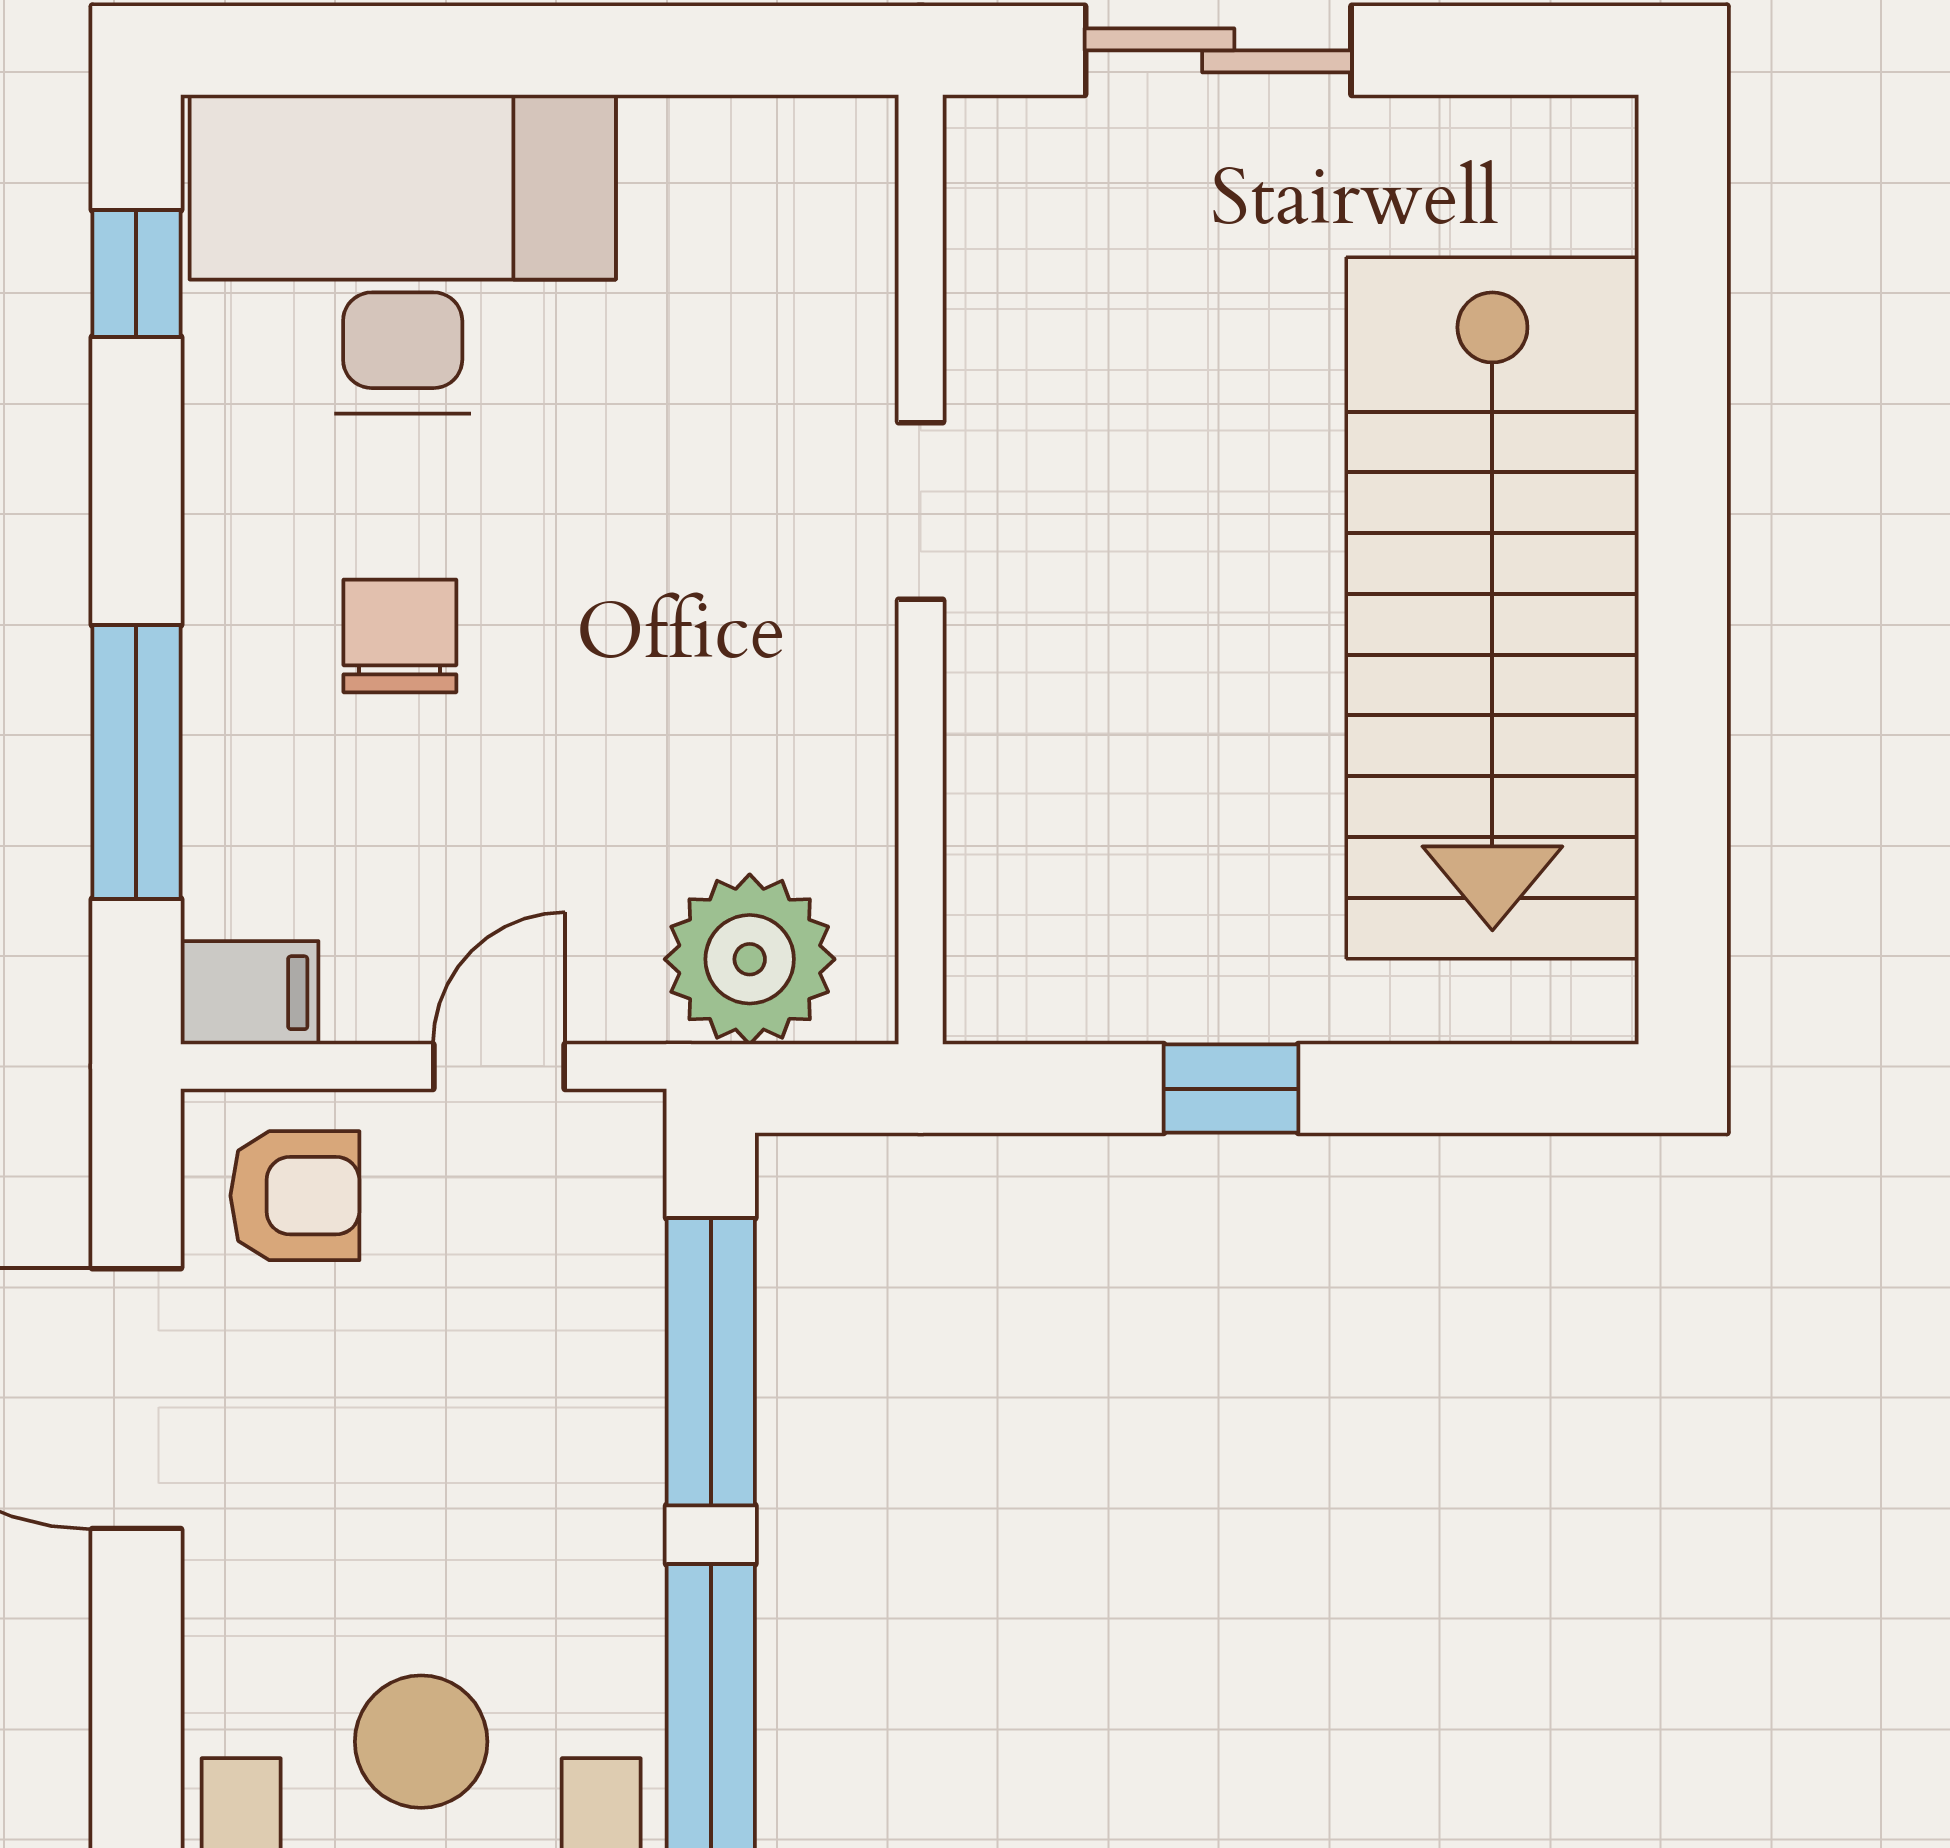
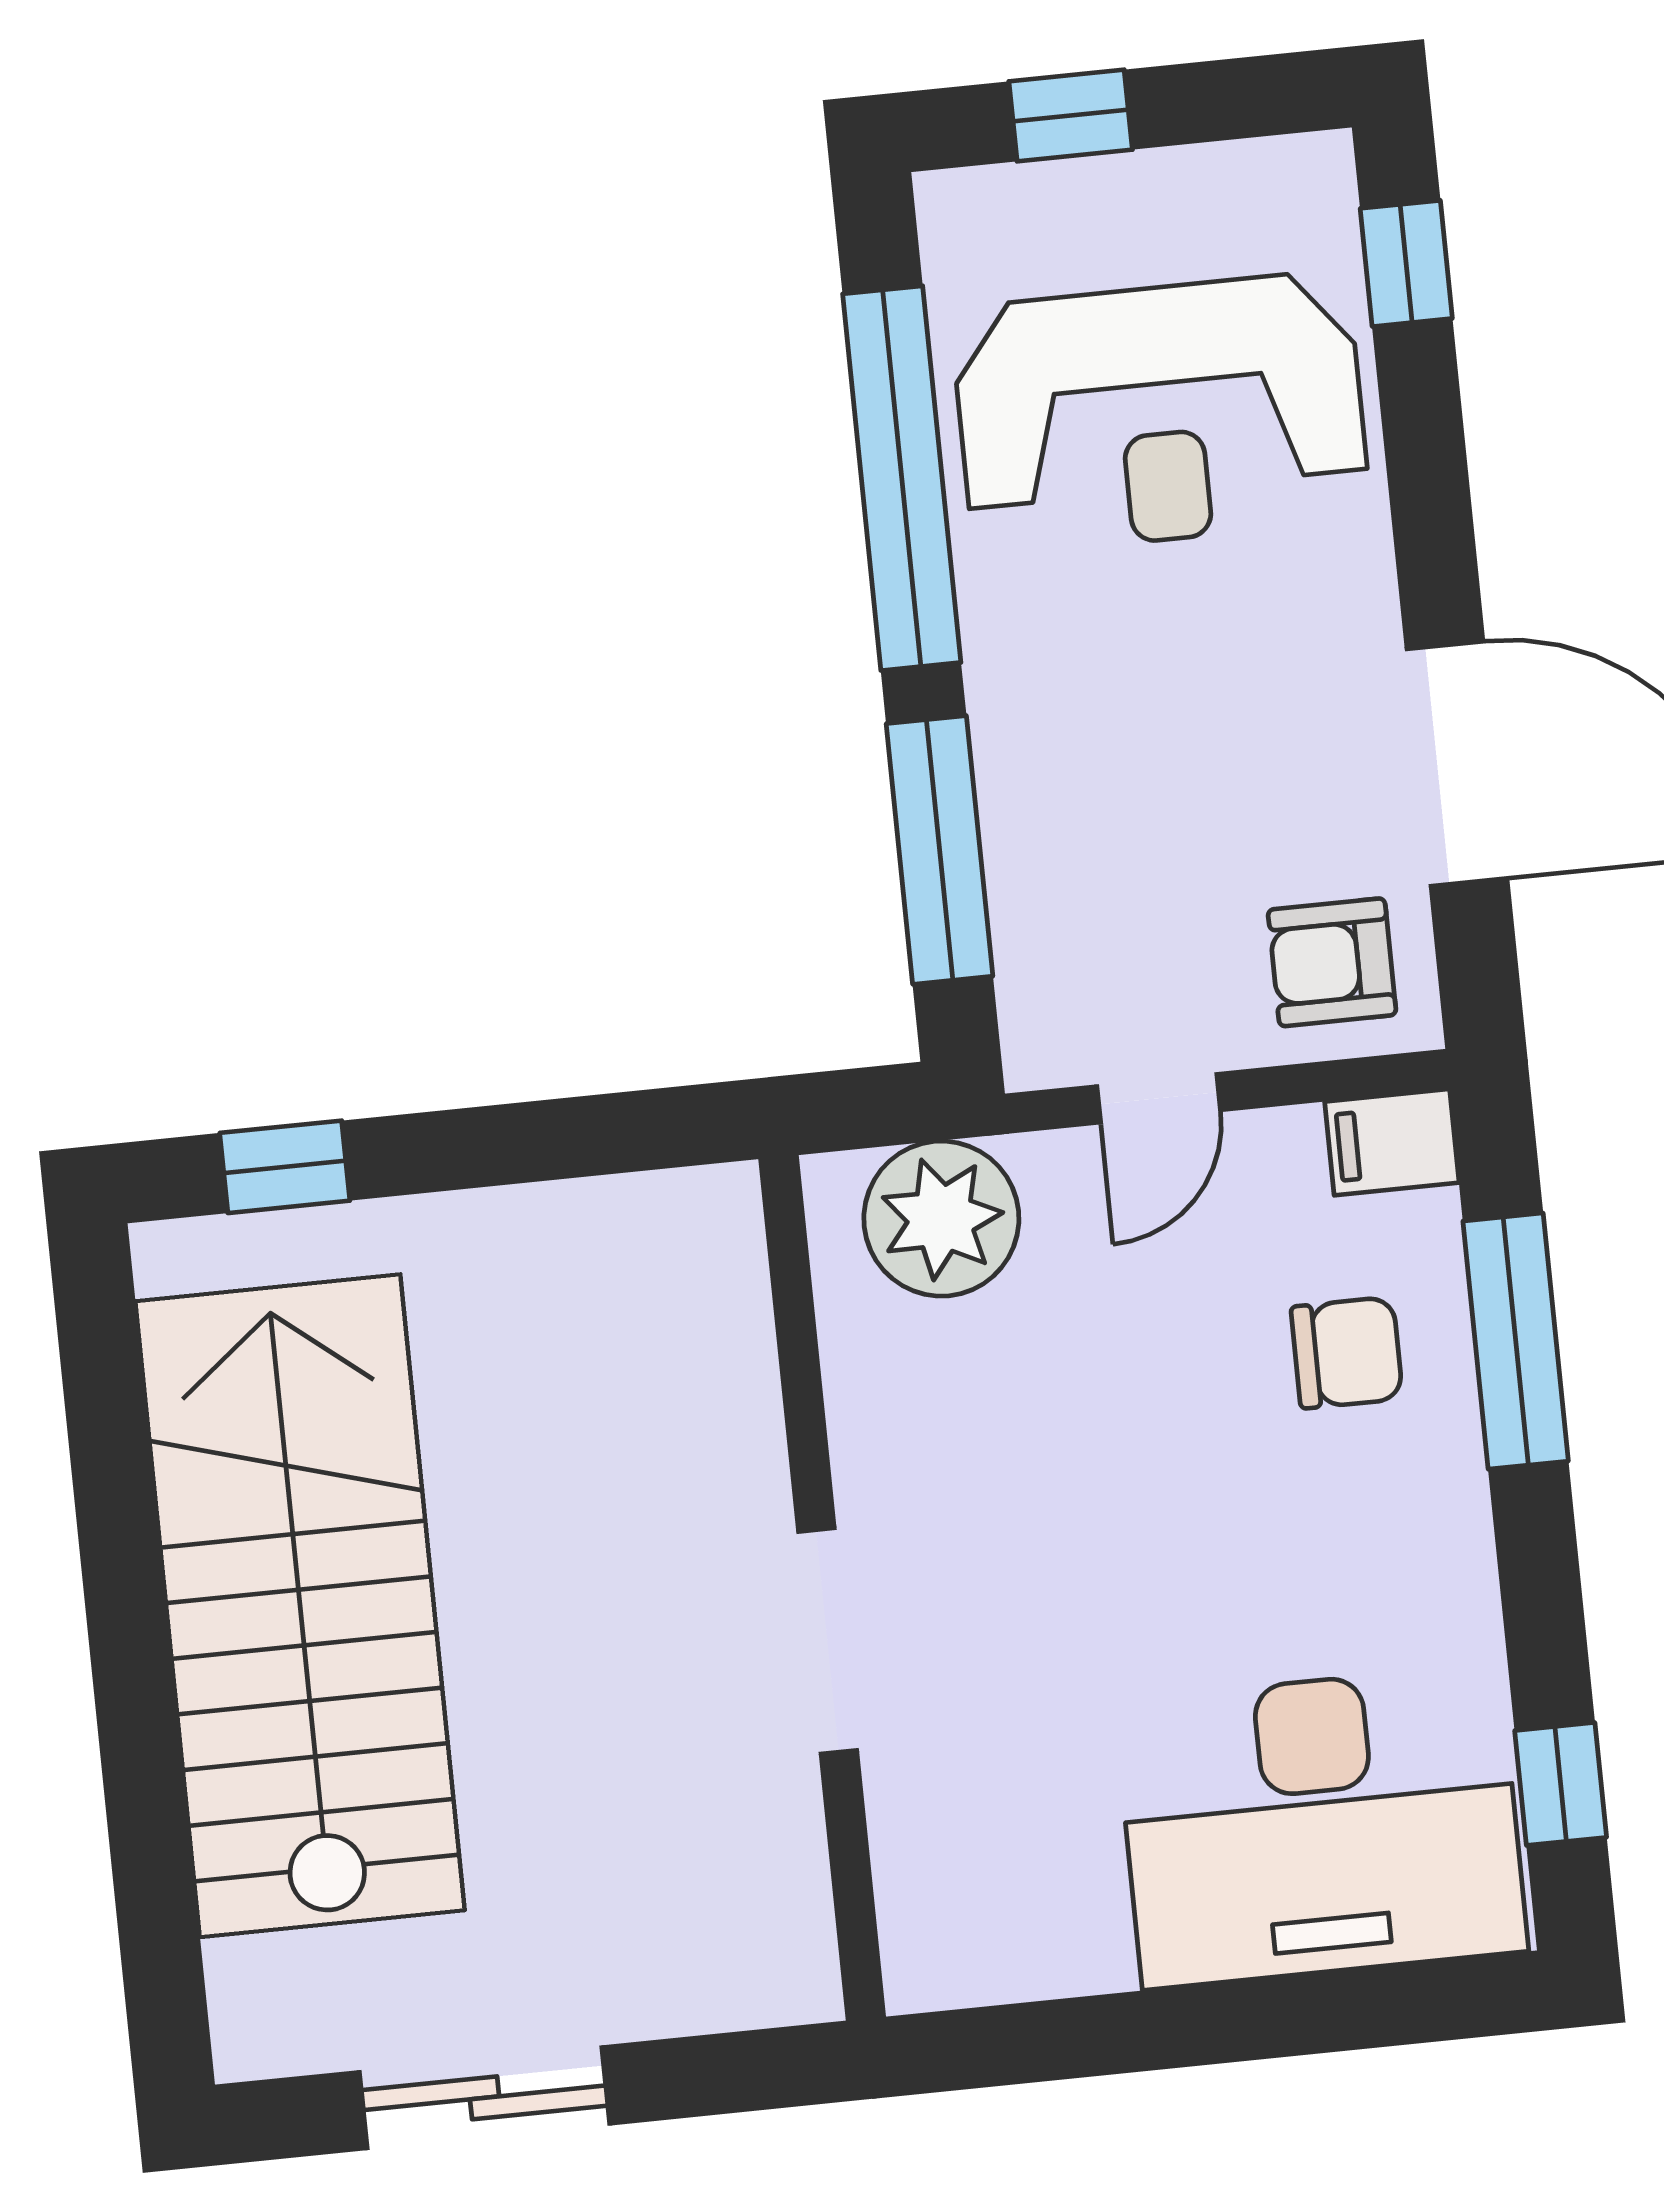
sliding door: (1218, 50) -> (485, 2098), moved
doorway: (921, 511) -> (828, 1641), width x1.38
chair: (400, 636) -> (1347, 1353), moved, turned -90
window: (1231, 1089) -> (285, 1167), moved

